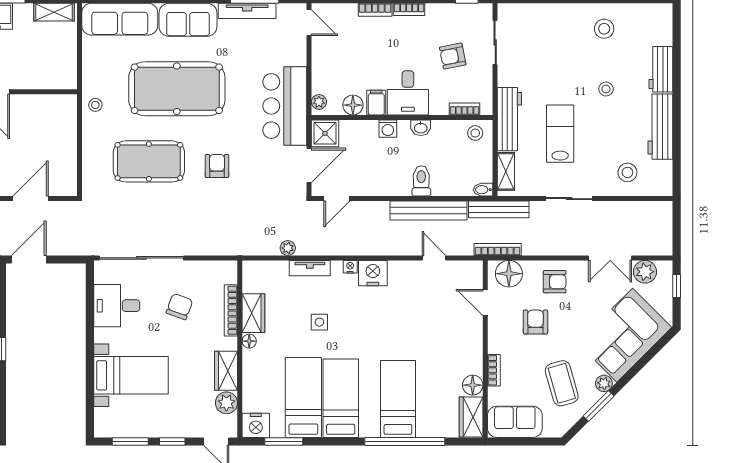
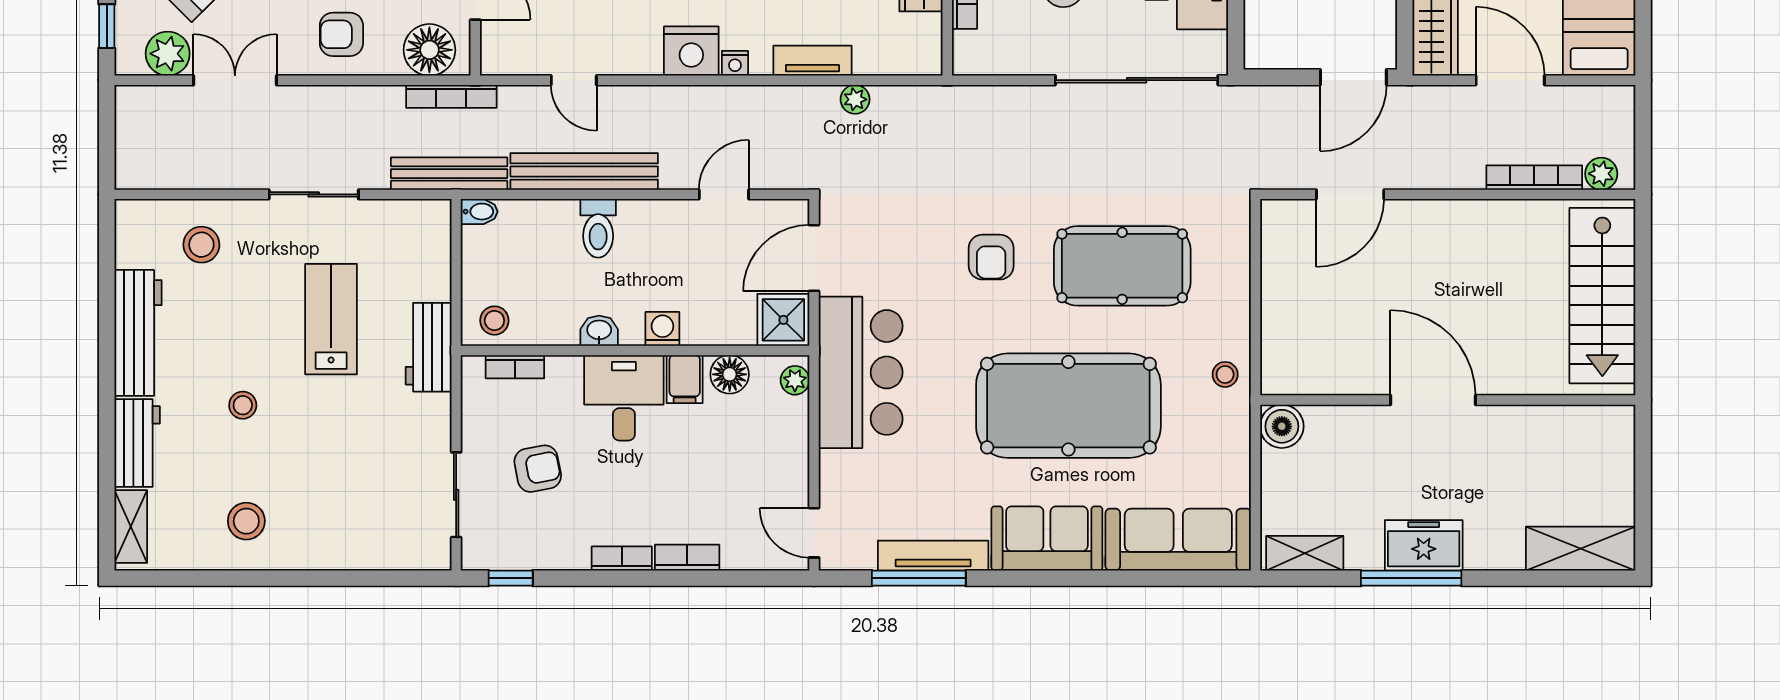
boiler: (66, 78) -> (1282, 426), added
workbench: (509, 119) -> (429, 347), width x0.73
lab bench: (560, 134) -> (331, 319), turned 180
shelving: (506, 171) -> (131, 526), moved
door: (337, 199) -> (724, 194), moved

